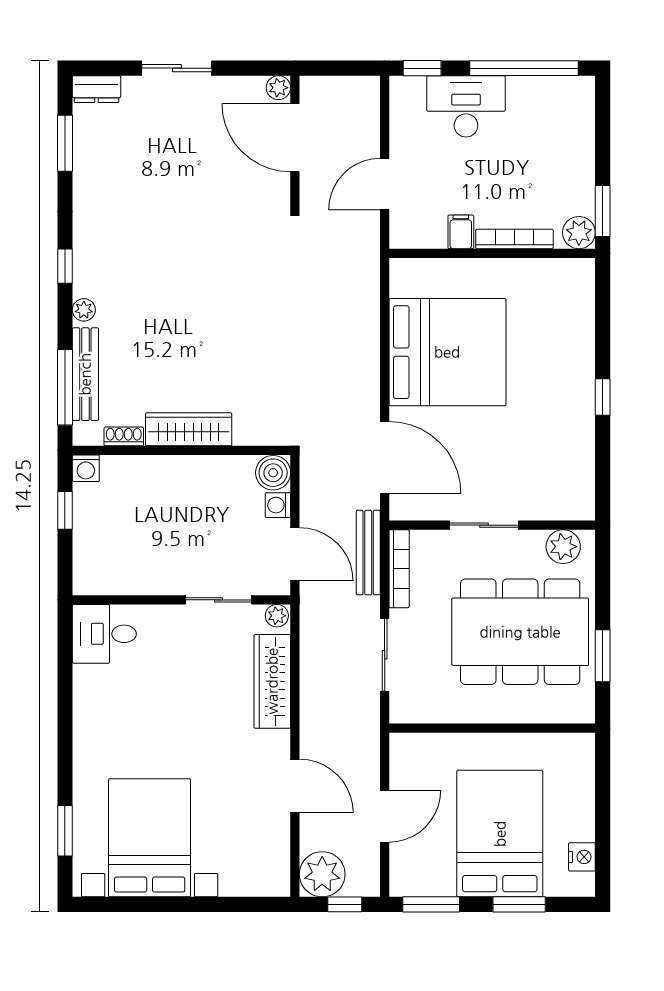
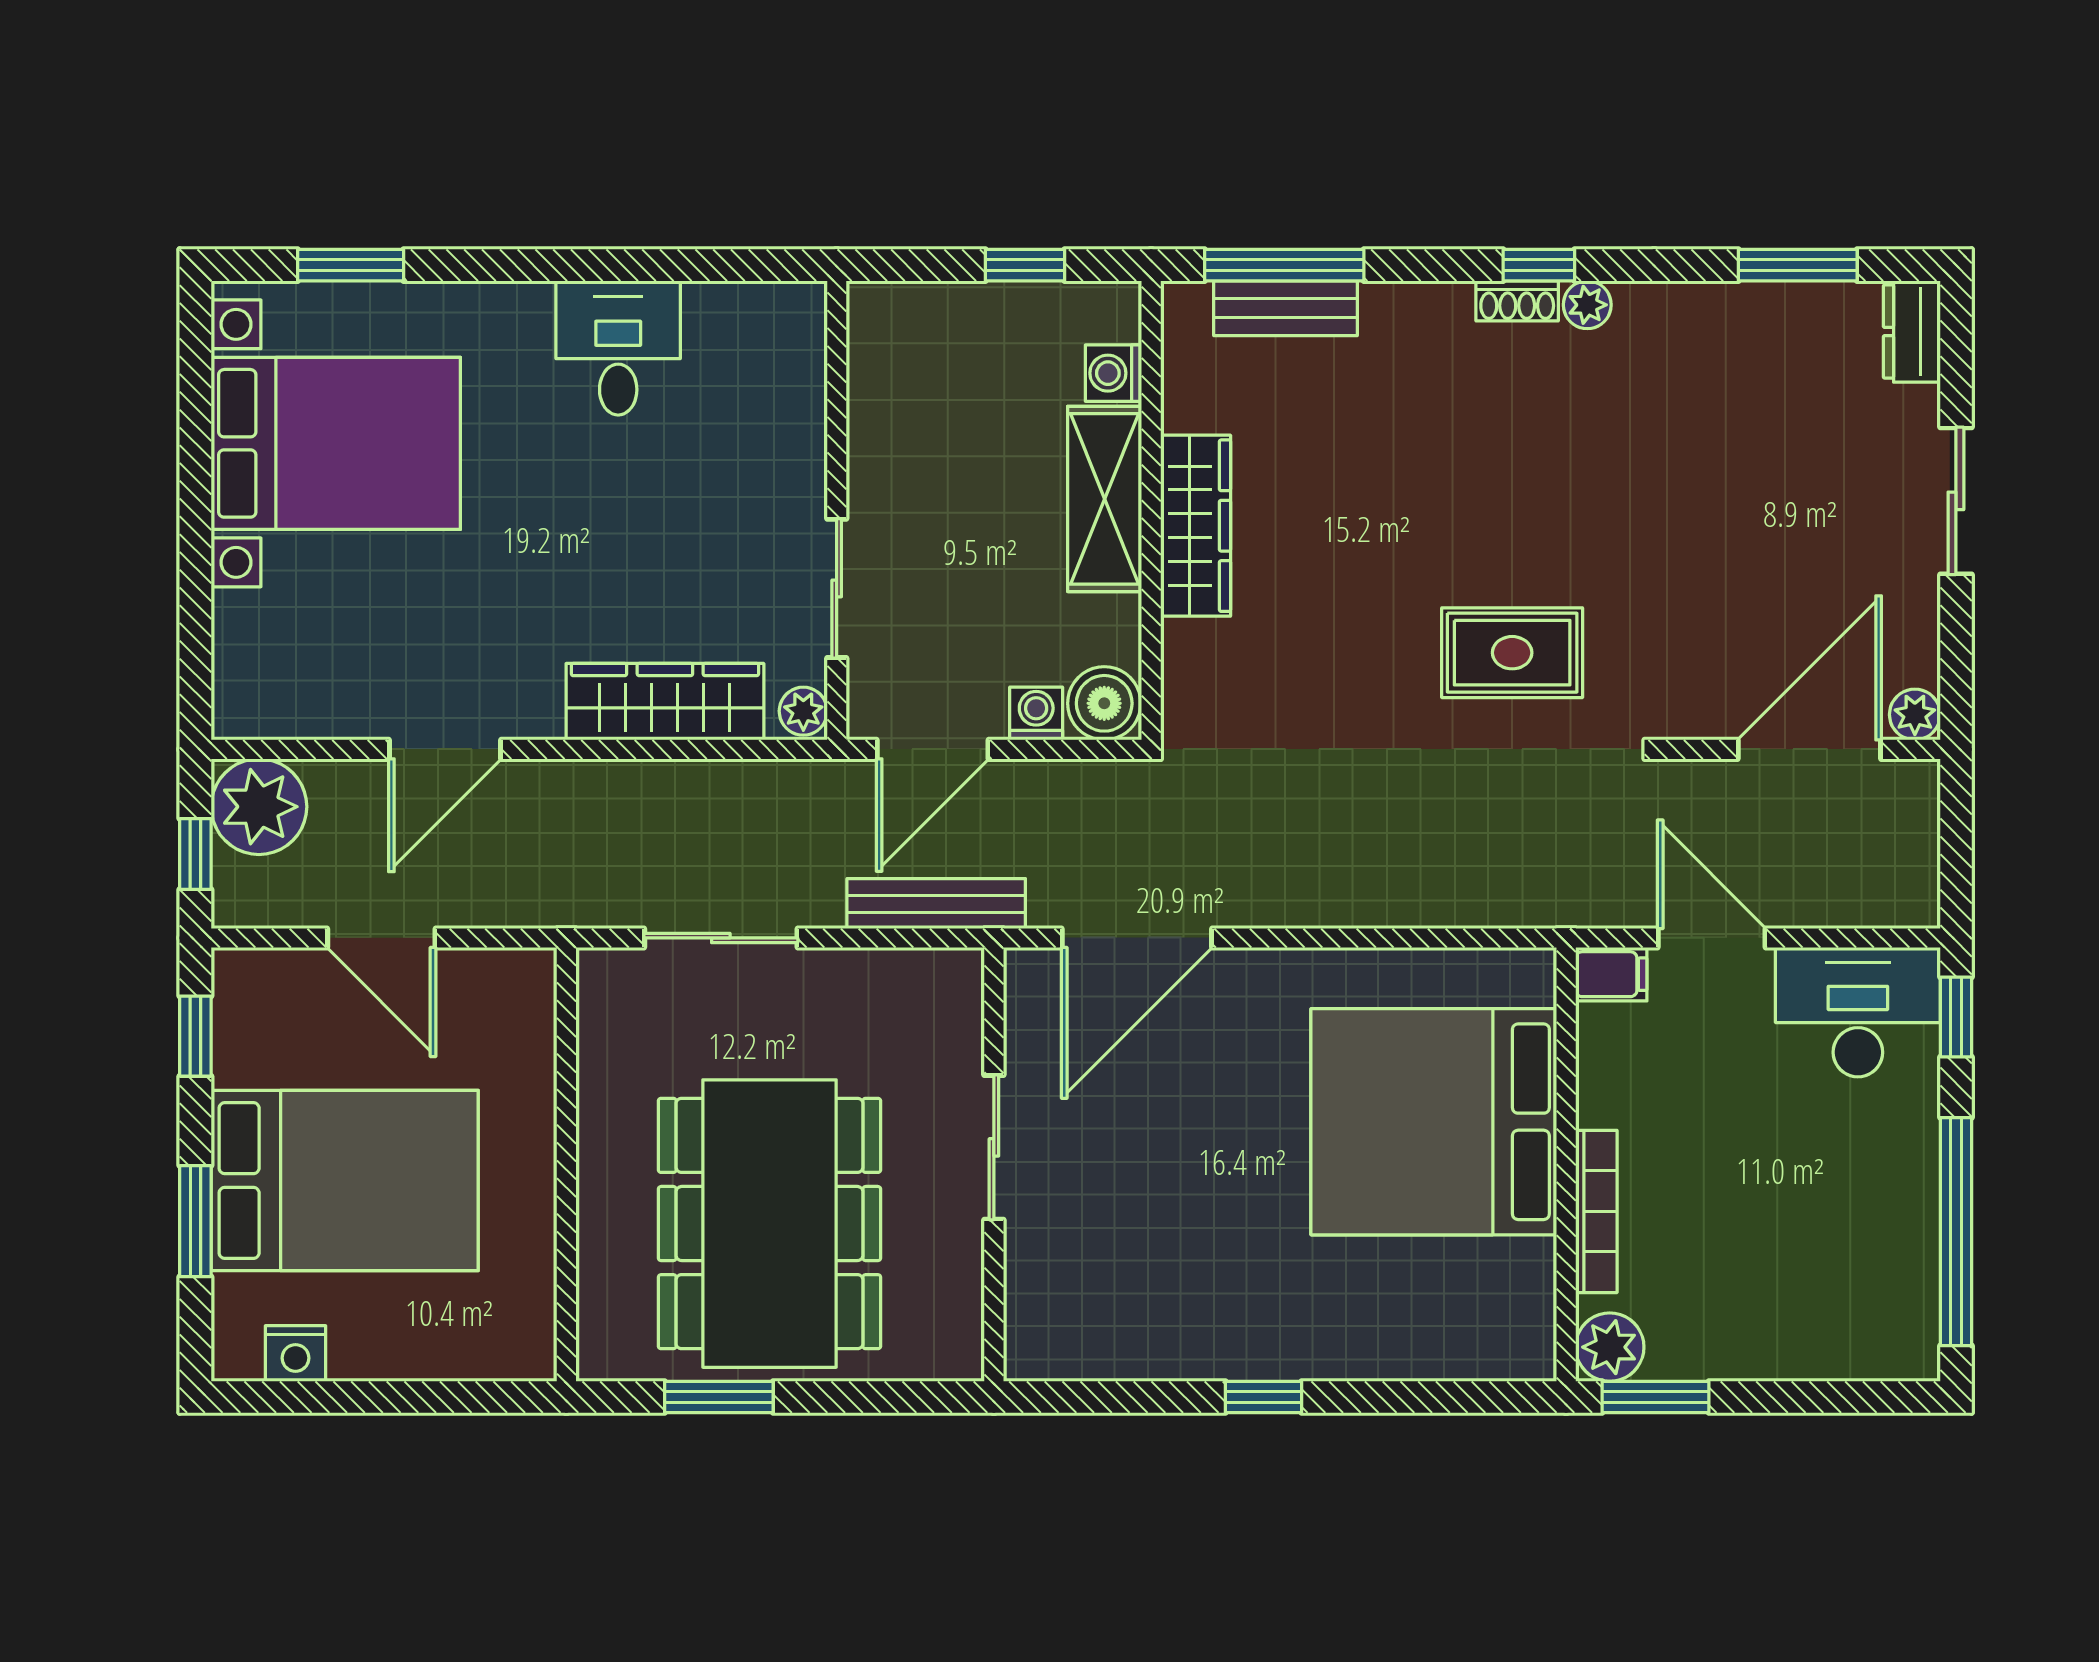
desk: (466, 106) -> (1858, 1012), moved, turned -90
filing cabinet: (461, 232) -> (1611, 974), moved
rug: (249, 279) -> (1512, 653), added
plant: (84, 310) -> (1587, 305), moved
bed: (447, 352) -> (1434, 1122), moved, turned 90
bench: (85, 374) -> (1285, 308), width x0.73
shoe rack: (124, 436) -> (1517, 301), moved, turned 90
washing machine: (86, 468) -> (1114, 373), moved
shelving: (176, 473) -> (1105, 499), added
plant: (563, 547) -> (949, 1314), removed
bookcase: (399, 569) -> (902, 968), removed
desk: (104, 634) -> (618, 348), moved
window: (431, 904) -> (195, 1036), width x0.67

